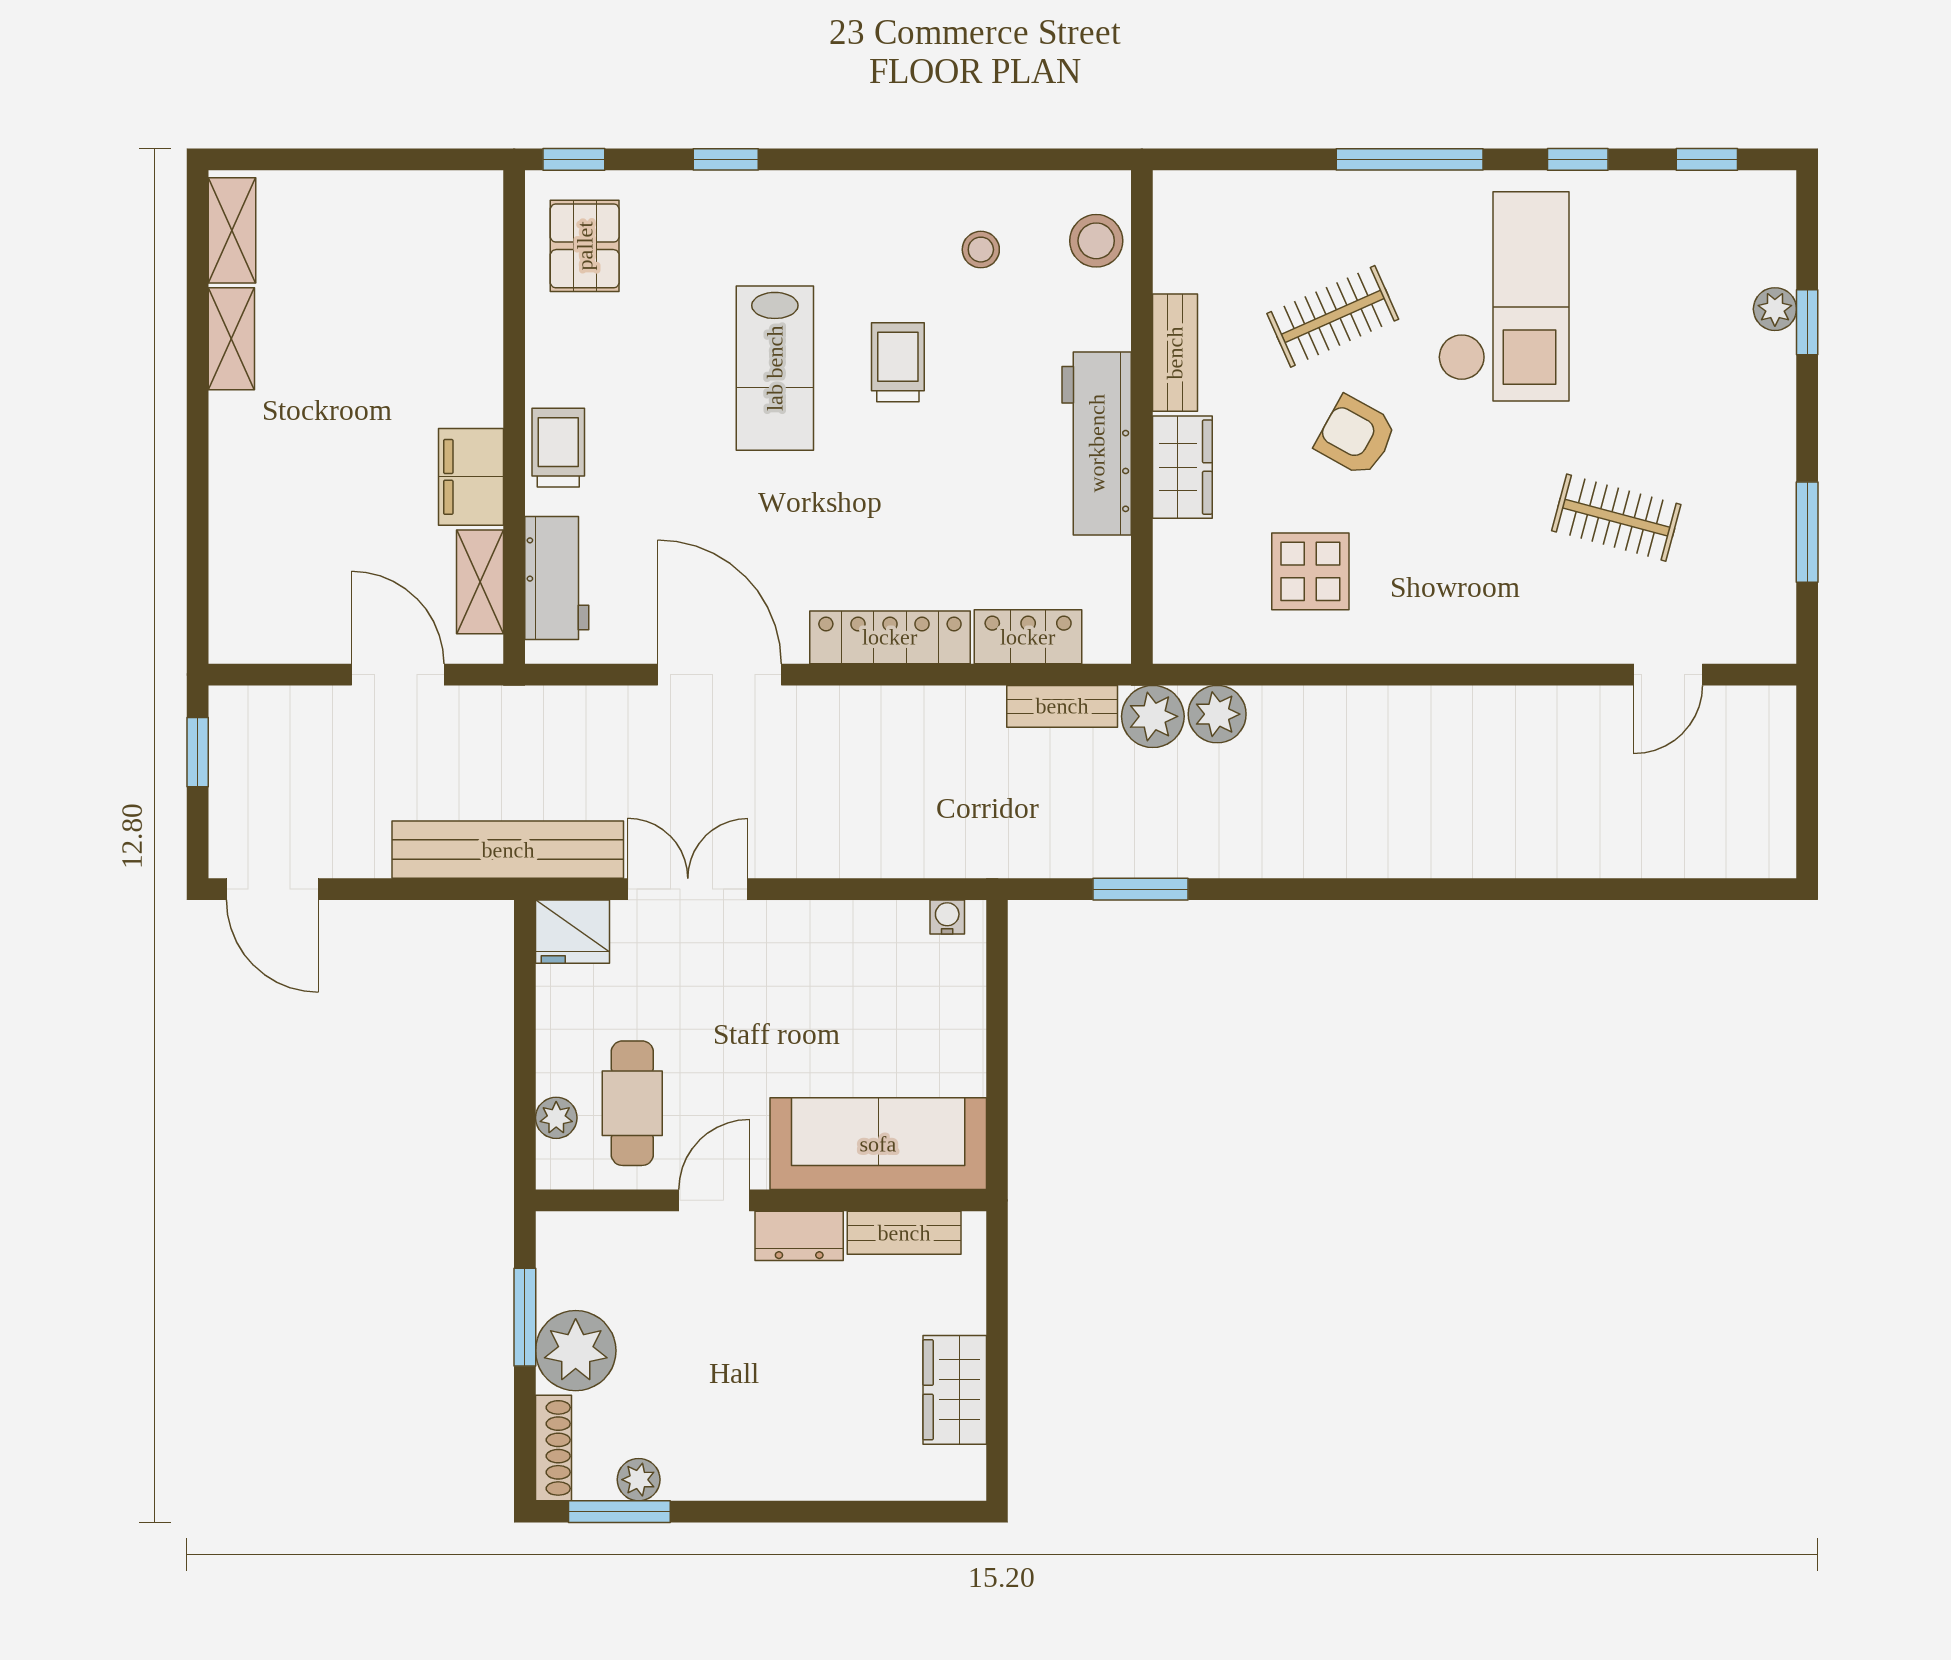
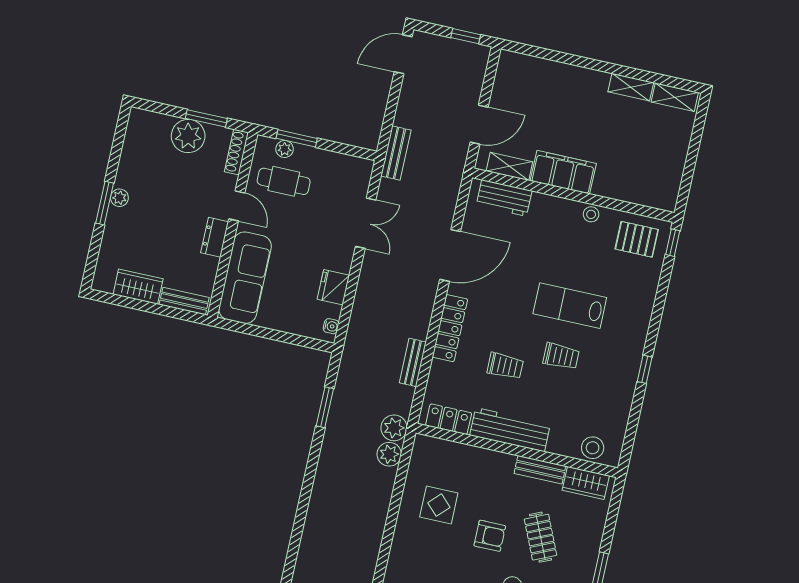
window: (726, 159) -> (645, 369), moved
stool: (981, 250) -> (591, 214), moved
armchair: (1356, 436) -> (490, 536), turned 61
trolley: (558, 448) -> (505, 366), moved
wardrobe: (1182, 467) -> (586, 483), moved
filing cabinet: (471, 477) -> (563, 172), width x1.50, depth x1.17
locker: (1028, 637) -> (449, 419), moved, turned -90
bench: (1062, 706) -> (413, 362), moved
bench: (508, 850) -> (396, 153), width x0.54, depth x0.82
fridge: (572, 932) -> (333, 287), moved
window: (525, 1095) -> (297, 138), added
bench: (904, 1233) -> (184, 301), moved, turned 90
shoe rack: (554, 1448) -> (236, 152), moved, turned 90
plant: (639, 1480) -> (119, 198), moved
window: (619, 1512) -> (105, 203), moved

